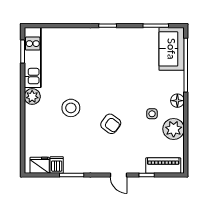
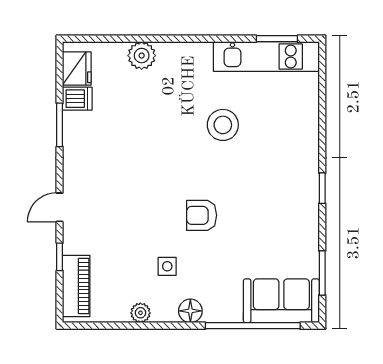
plant: (32, 97) -> (142, 56), moved
stool: (71, 108) -> (223, 125), moved
armchair: (111, 124) -> (202, 215), moved, turned 54
plant: (174, 129) -> (140, 313), width x0.53, depth x0.53

